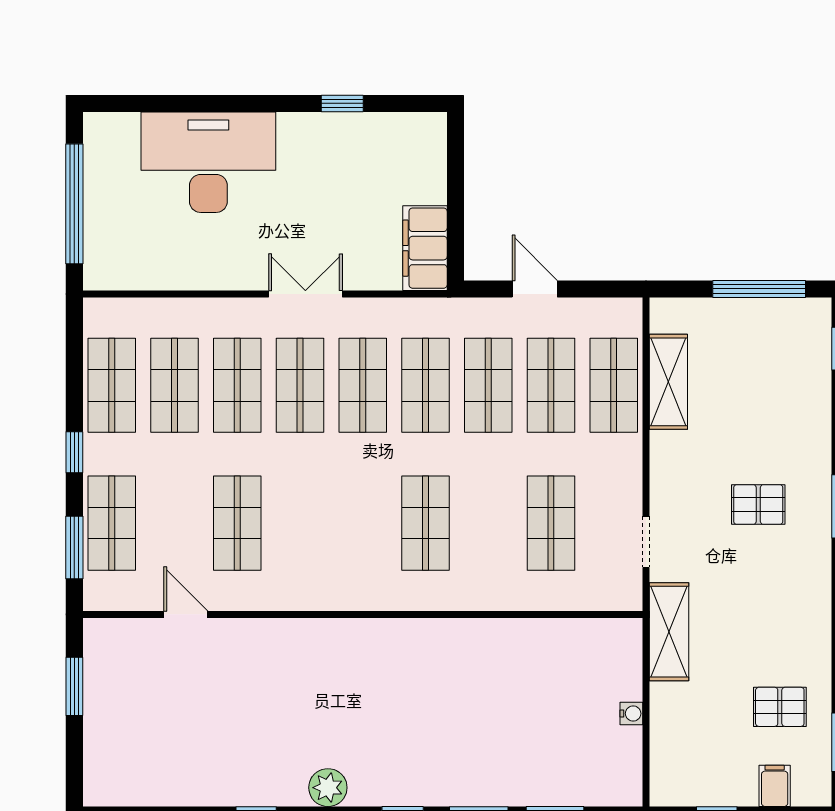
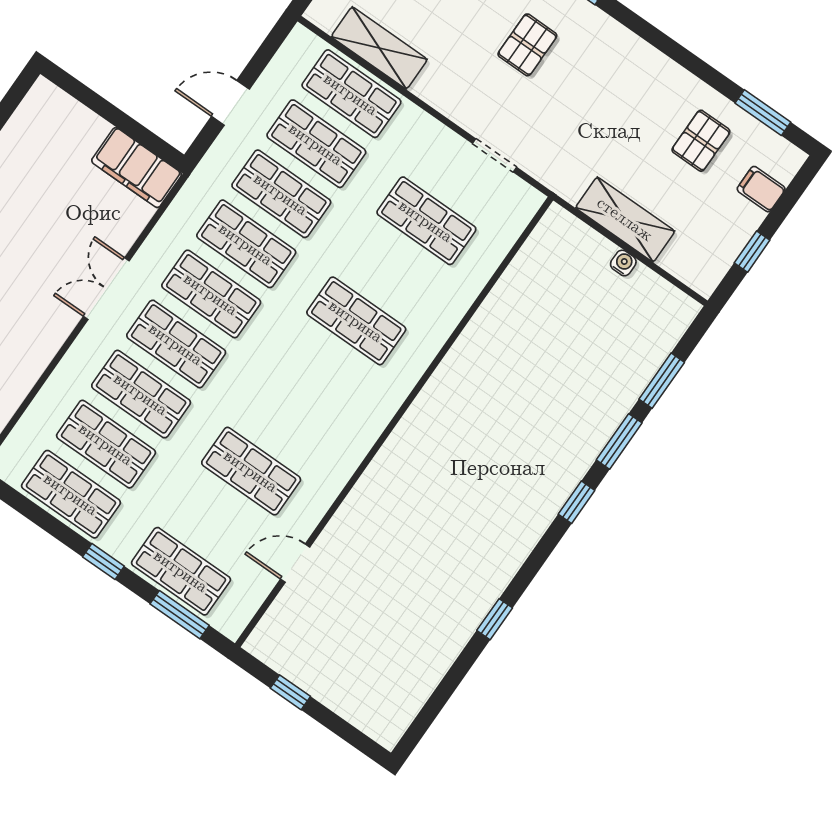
shelving: (669, 632) -> (625, 219), moved
window: (74, 686) -> (290, 692), width x0.67
plant: (328, 788) -> (513, 547), removed

